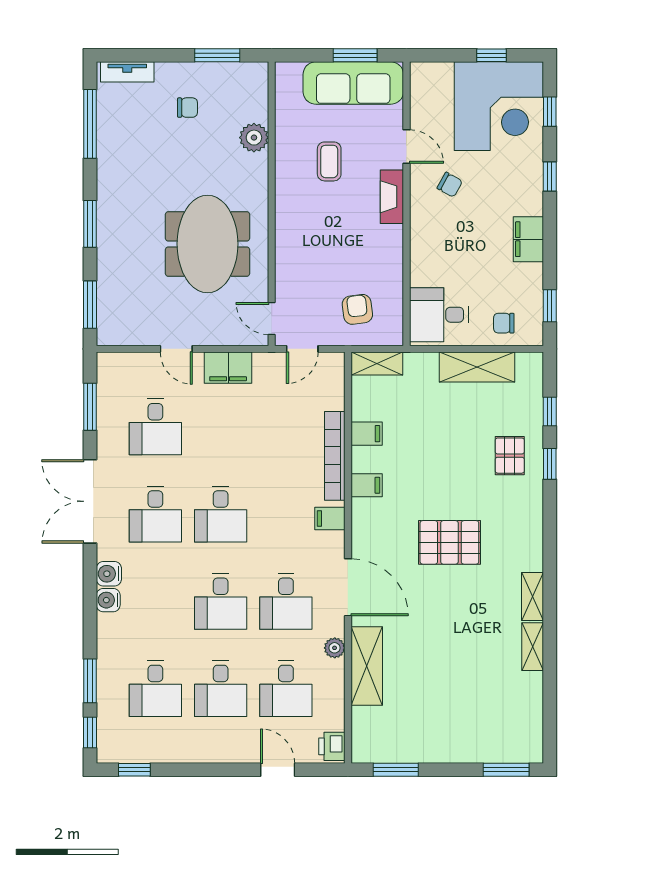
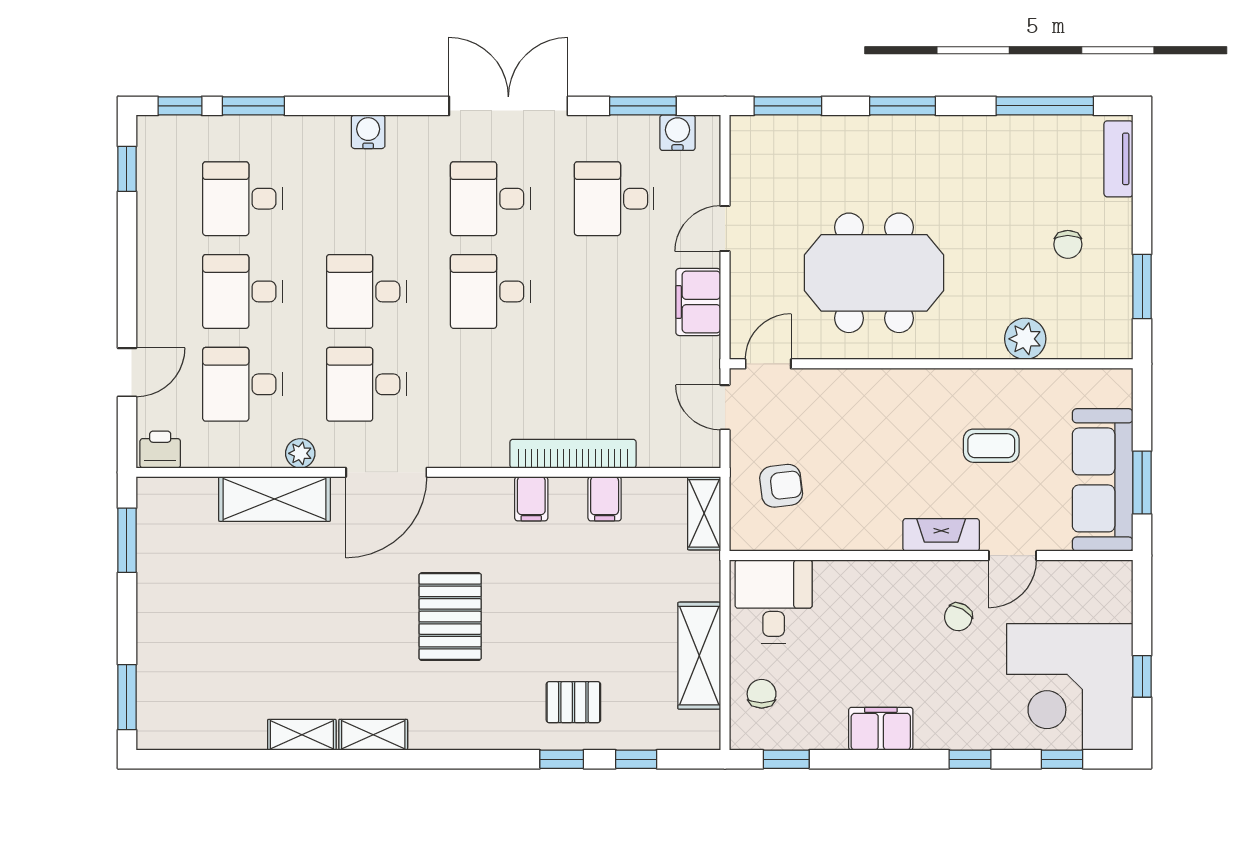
filing cabinet: (330, 519) -> (484, 447), removed
water cooler: (109, 574) -> (677, 133), moved

